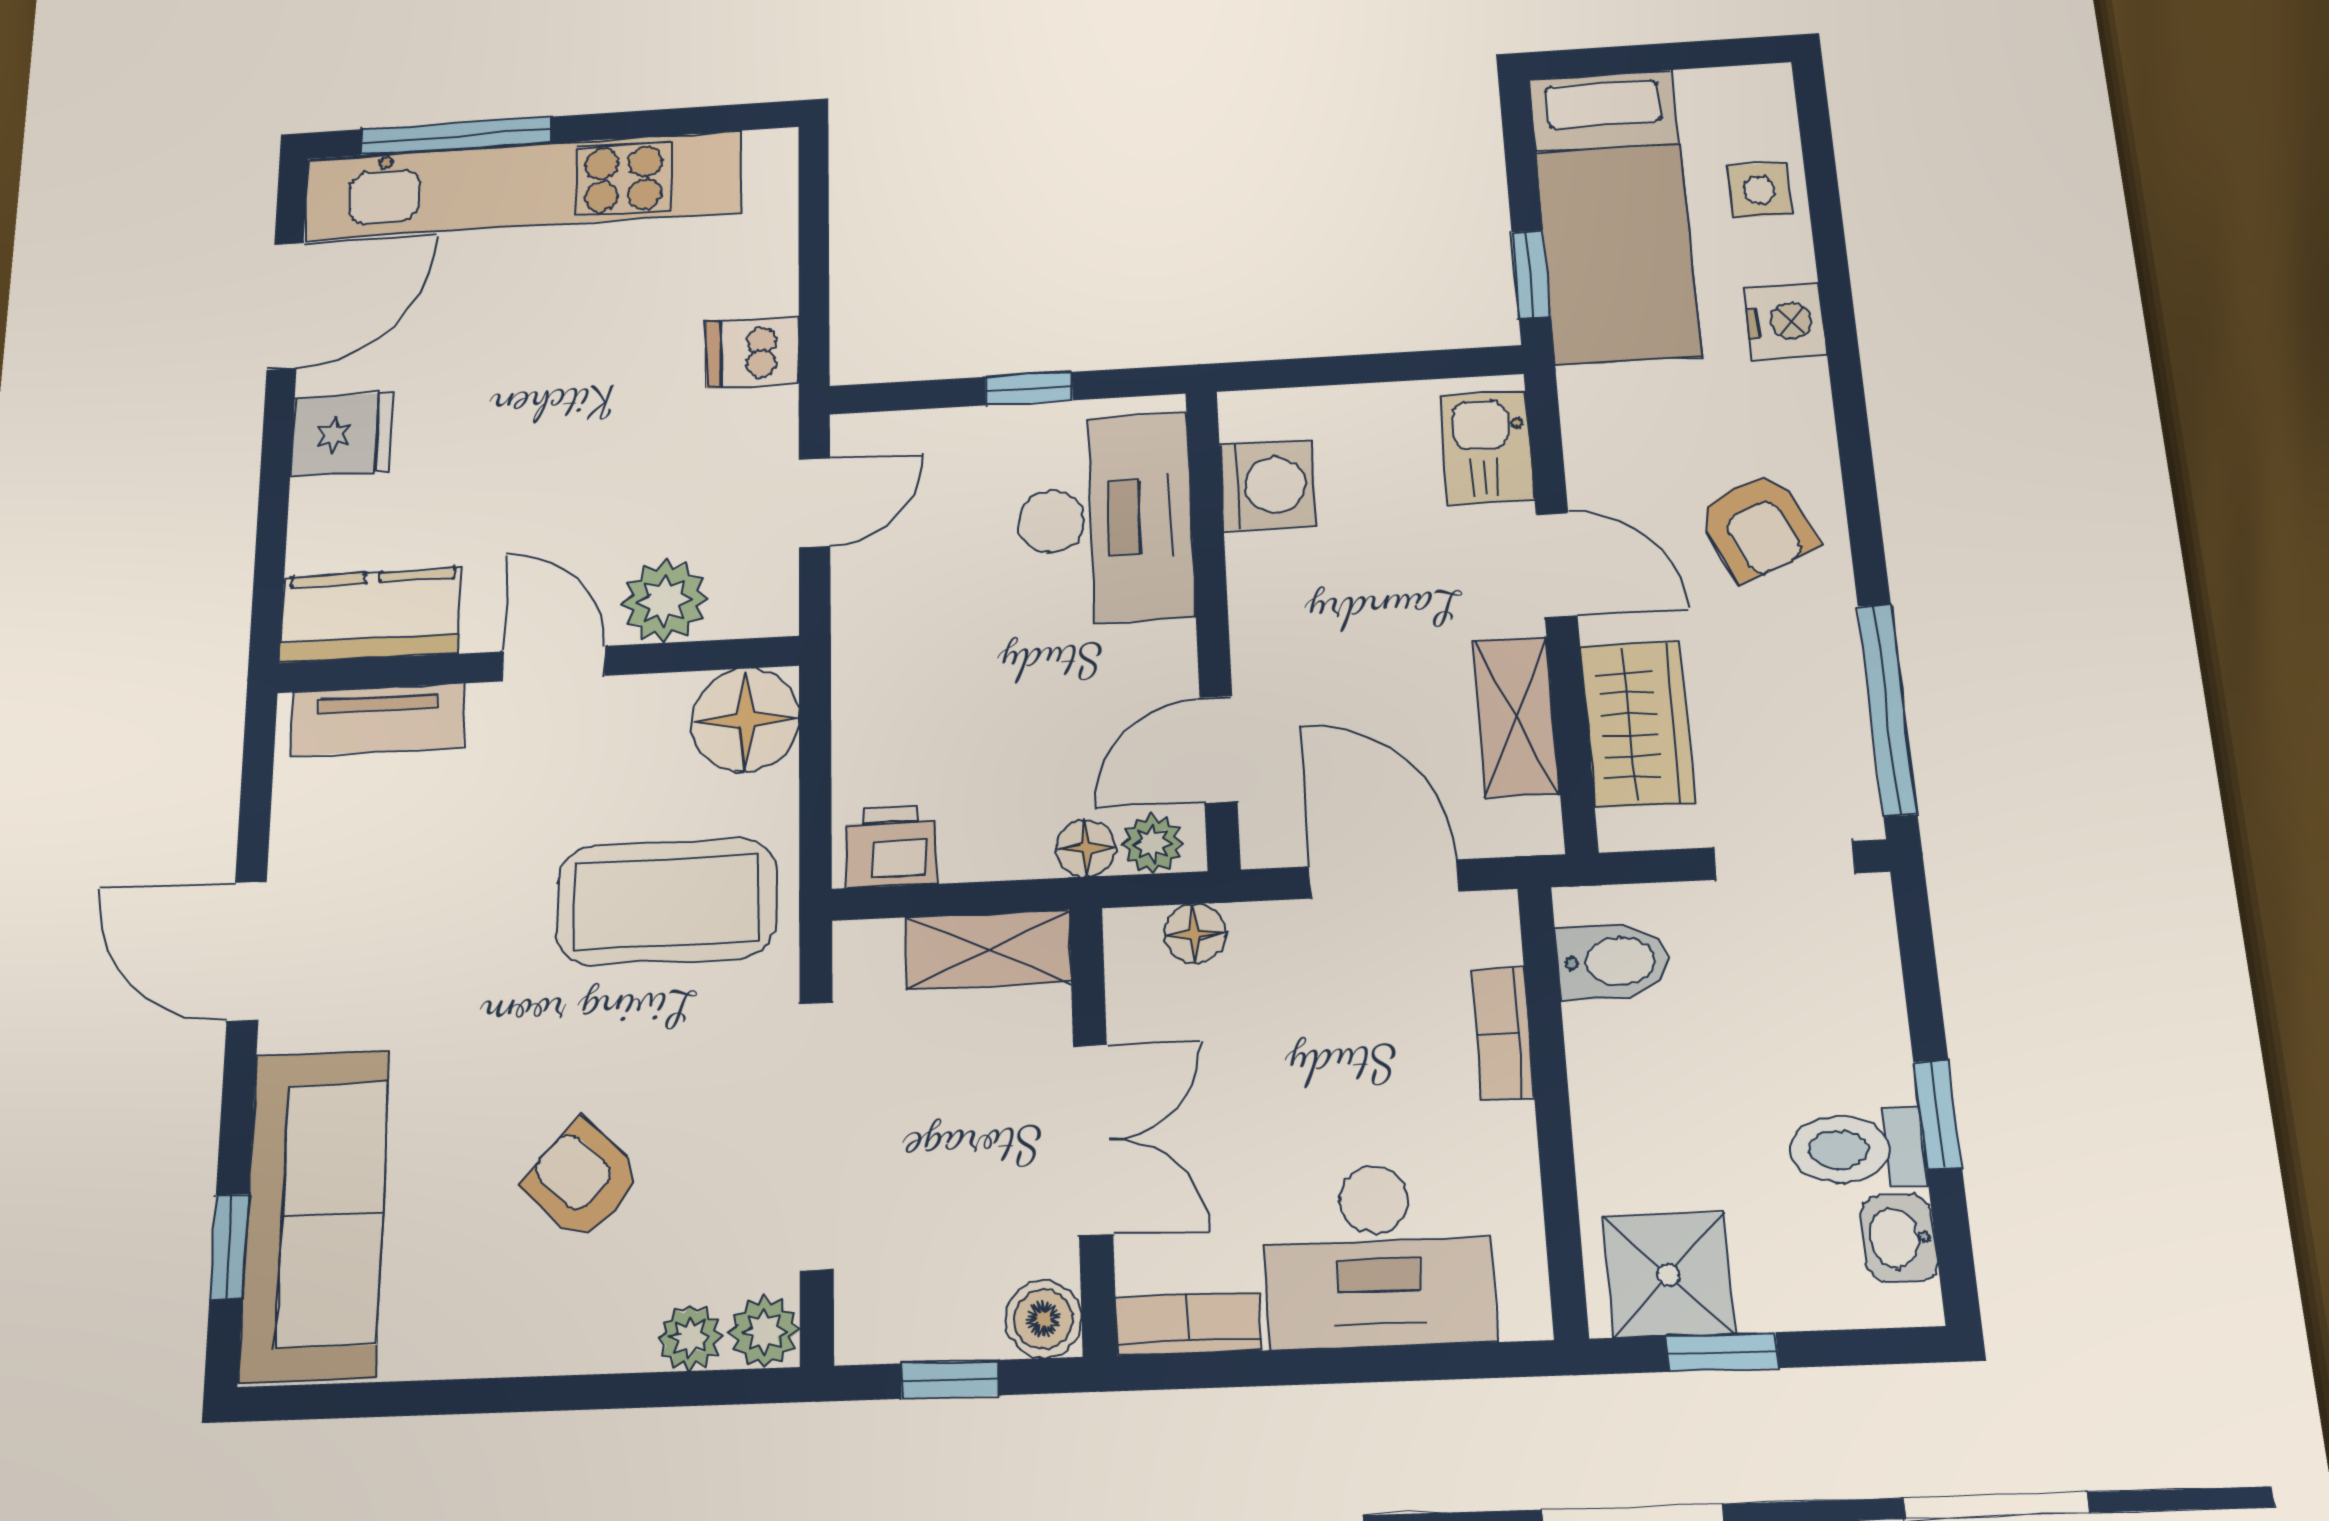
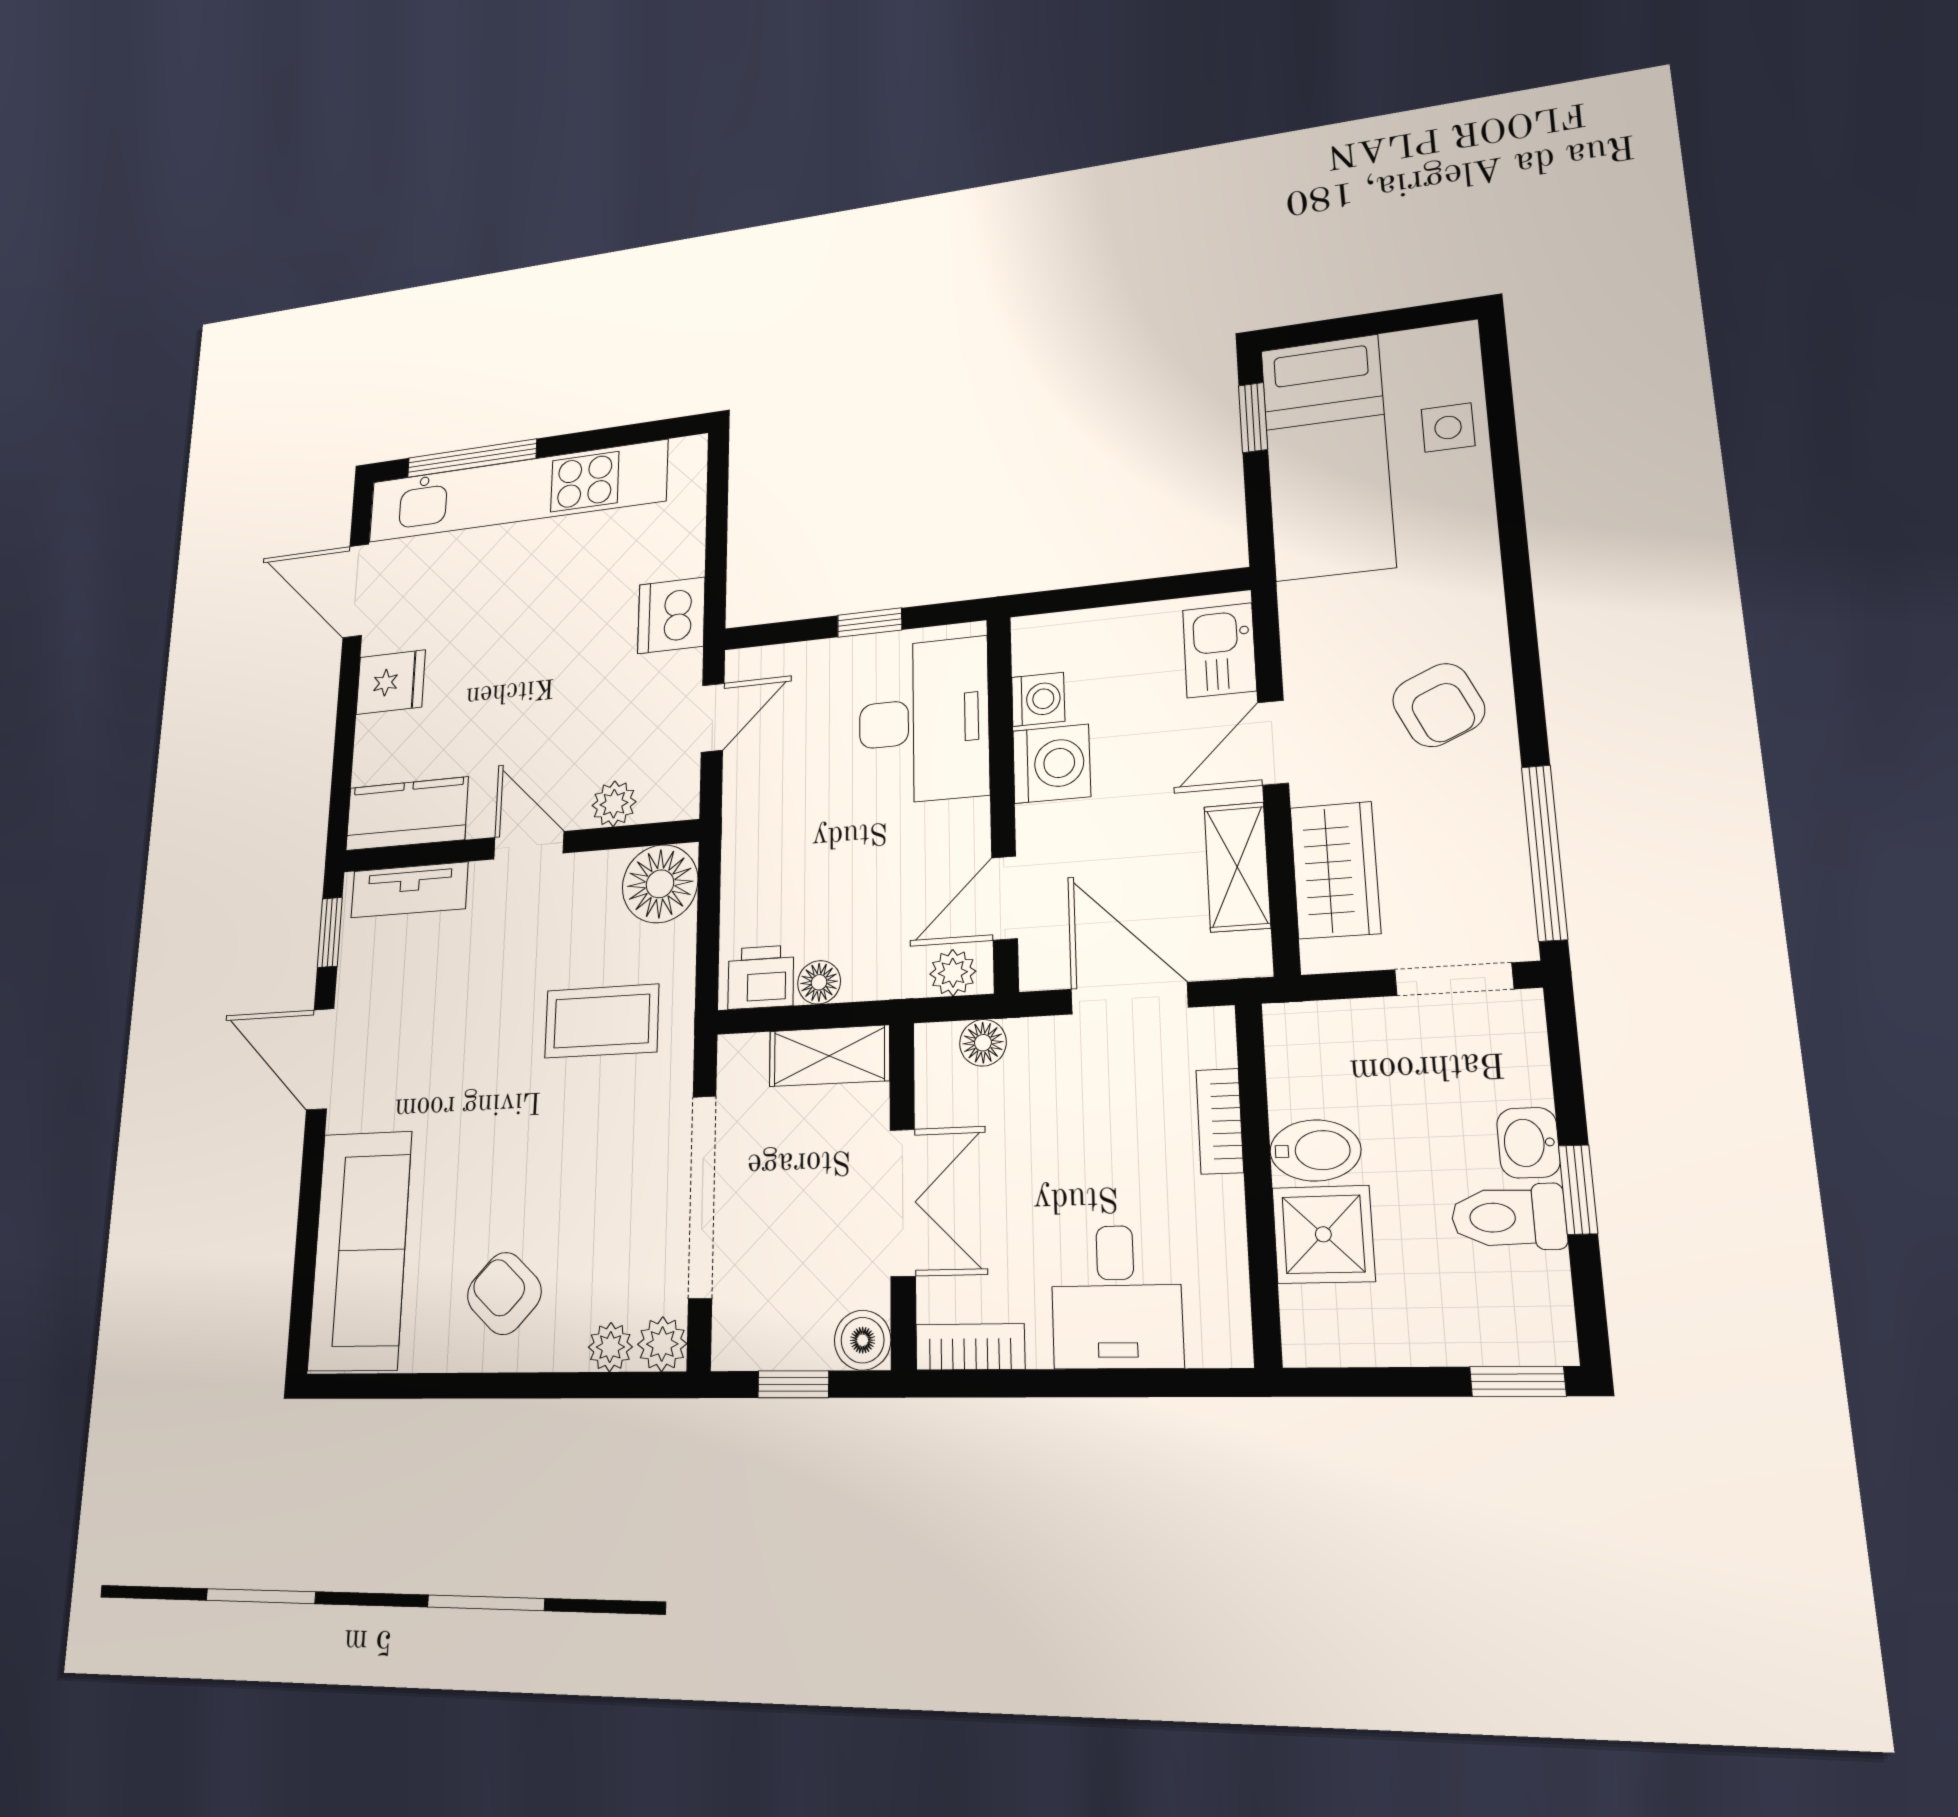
window: (1531, 274) -> (1253, 418), moved
door: (285, 306) -> (356, 591), swing flipped
nightstand: (1785, 321) -> (1467, 535), removed
dishwasher: (753, 352) -> (671, 615), width x1.38
washing machine: (1268, 485) -> (1038, 699), width x0.73, depth x0.73
door: (1557, 565) -> (1273, 743), swing flipped
washing machine: (1276, 580) -> (1052, 764), added
plant: (665, 601) -> (614, 804), width x0.73, depth x0.73
floor lamp: (1086, 848) -> (819, 982), moved
coffee table: (667, 902) -> (602, 1021), width x0.73, depth x0.76
bidet: (1613, 961) -> (1315, 1150), moved
armchair: (582, 1180) -> (504, 1293), moved
washbasin: (1899, 1238) -> (1528, 1143), moved
window: (229, 1247) -> (330, 932), moved
desk: (1377, 1255) -> (1116, 1297), width x0.73
shower: (1669, 1275) -> (1323, 1234), moved
window: (1722, 1352) -> (1518, 1381), moved

